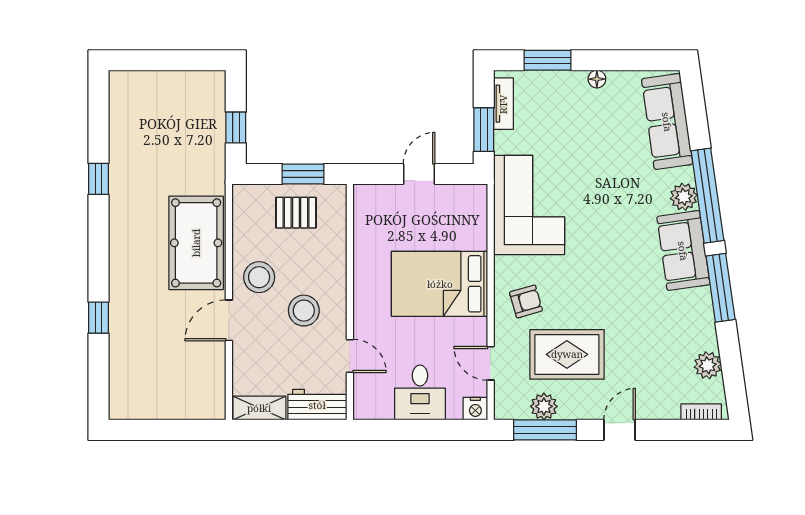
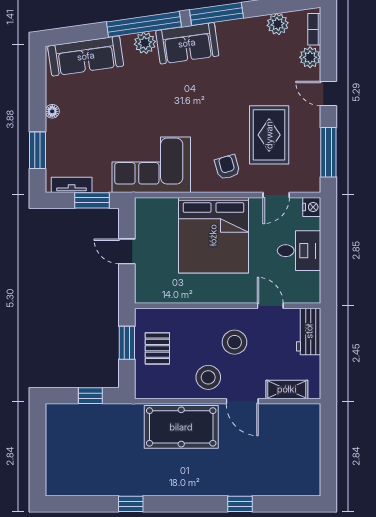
bed: (440, 284) -> (213, 235), width x1.36
door: (350, 356) -> (270, 306), hinge flipped
plant: (544, 406) -> (310, 57), moved
shelving: (259, 408) -> (287, 389), moved, turned 90

